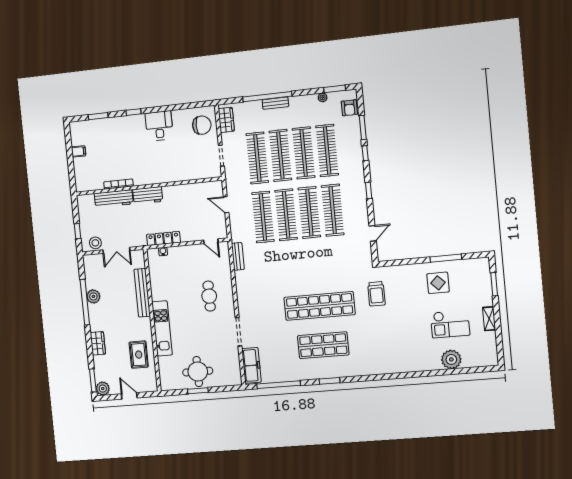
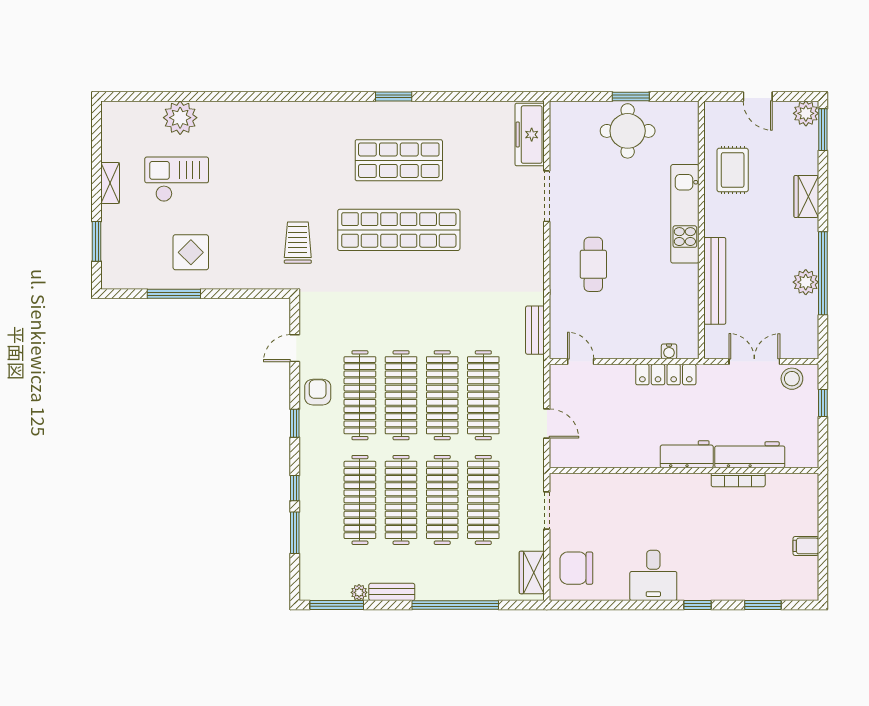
window: (335, 89) -> (337, 605), width x1.44
bench: (275, 103) -> (392, 592), moved
armchair: (349, 108) -> (318, 392), moved
window: (279, 385) -> (484, 96), removed

